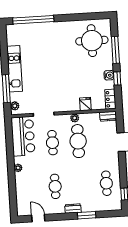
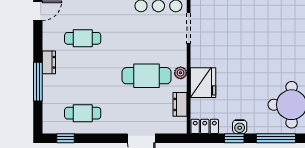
fridge: (85, 104) -> (203, 83), width x1.88, depth x1.34
dresser: (108, 116) -> (180, 104), moved
cafe table: (52, 143) -> (147, 38), removed
window: (87, 215) -> (38, 82), width x1.44

